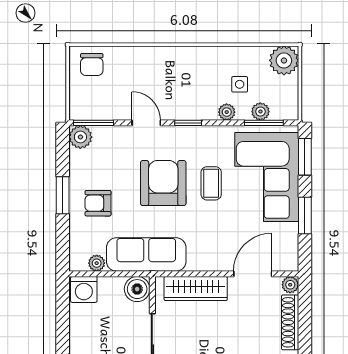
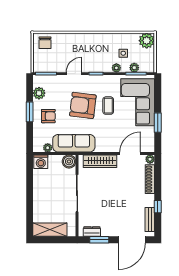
door: (146, 123) -> (74, 74), hinge flipped
plant: (80, 137) -> (39, 93), moved
window: (305, 157) -> (158, 91), removed
armchair: (163, 183) -> (83, 105), turned -83
armchair: (98, 203) -> (48, 116), turned 180

